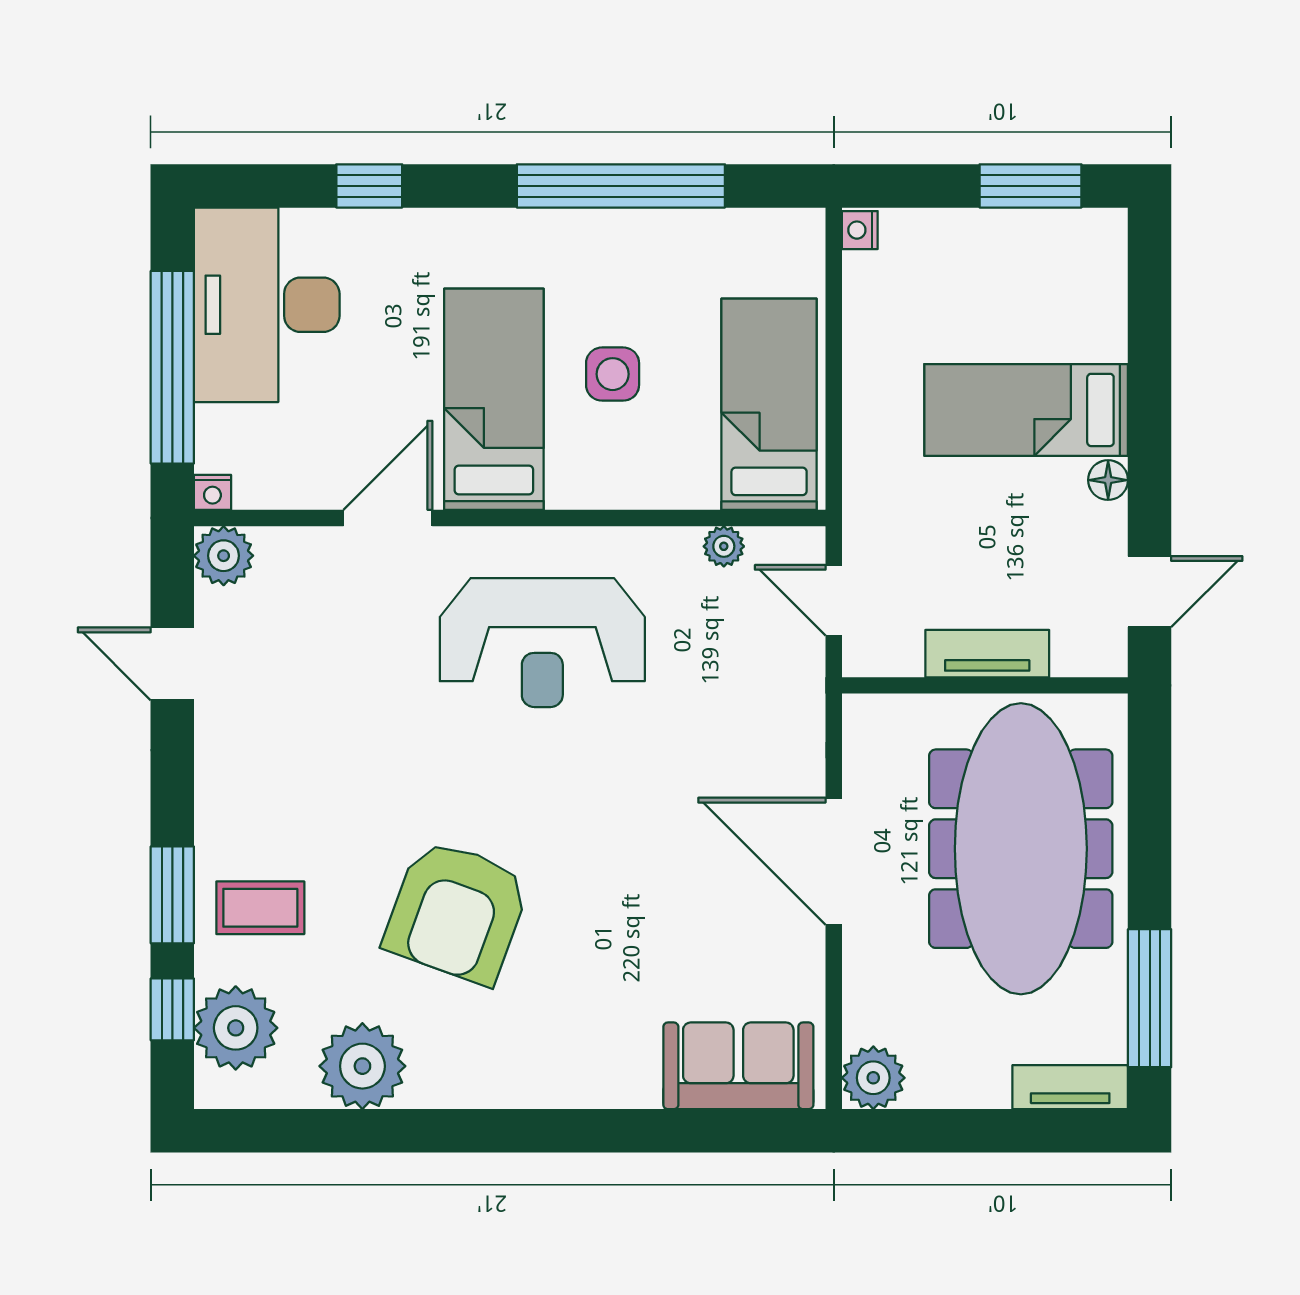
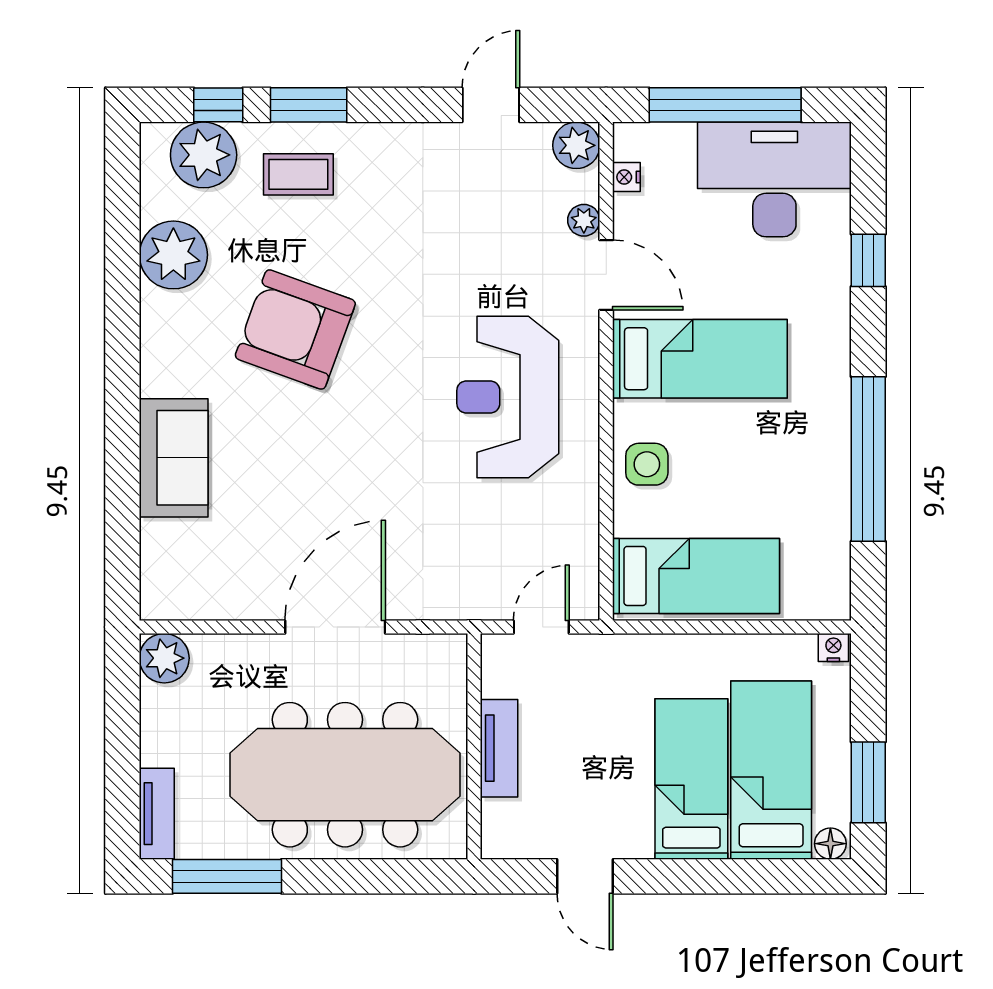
bed: (1015, 309) -> (771, 770), added
side table: (613, 374) -> (647, 464), moved
floor lamp: (1108, 480) -> (830, 844), moved
nightstand: (212, 492) -> (626, 177), moved
plant: (724, 546) -> (584, 220), moved
door: (1150, 592) -> (585, 876), moved
coffee table: (260, 908) -> (298, 174), turned 90
sofa: (738, 1066) -> (174, 458), moved

